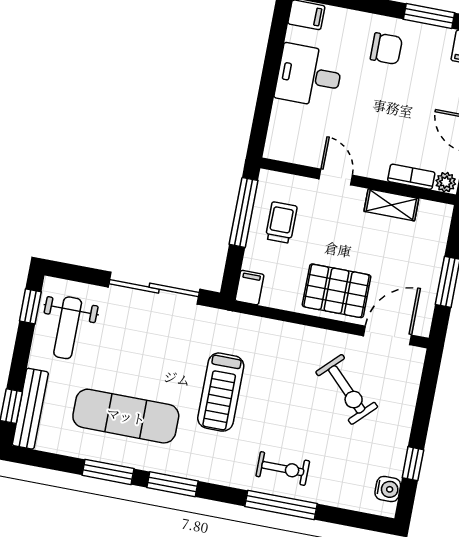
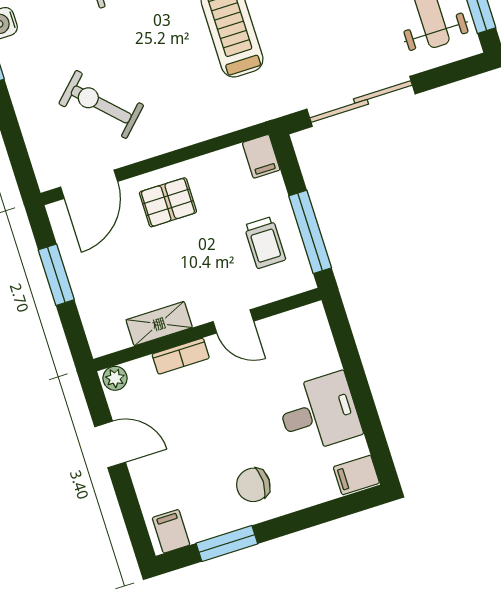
bookcase: (411, 177) -> (181, 356), moved
pallet: (337, 291) -> (168, 202), width x0.67, depth x0.71

